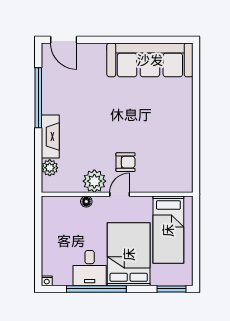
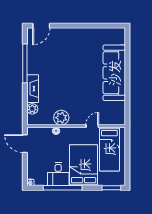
door: (64, 40) -> (41, 26), hinge flipped
sofa: (150, 60) -> (114, 73), moved, turned 90
armchair: (125, 162) -> (82, 105), removed
door: (120, 194) -> (92, 126), moved
door: (38, 221) -> (25, 144), added

